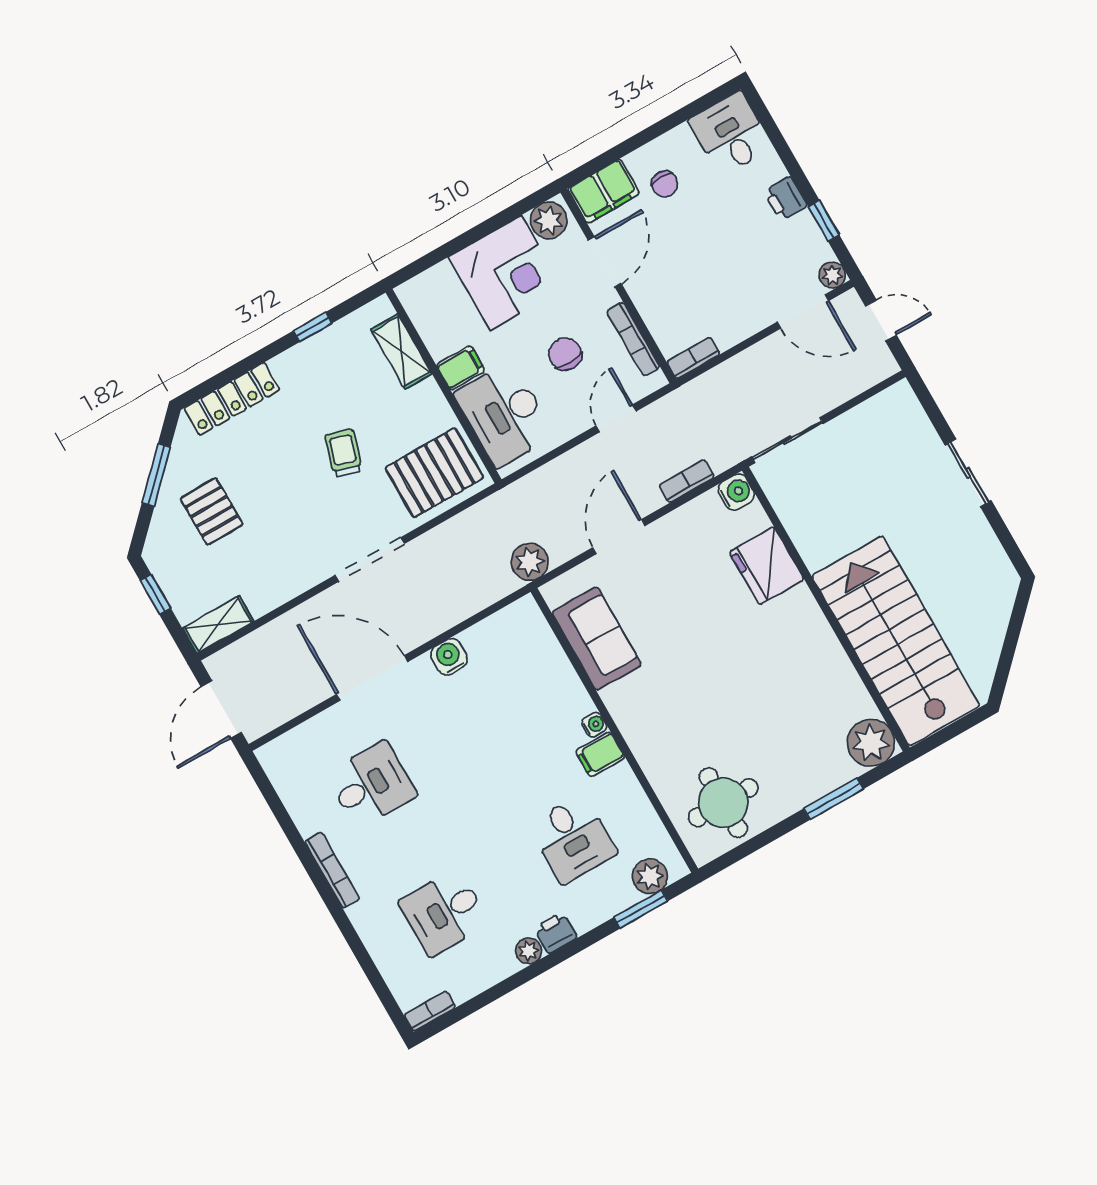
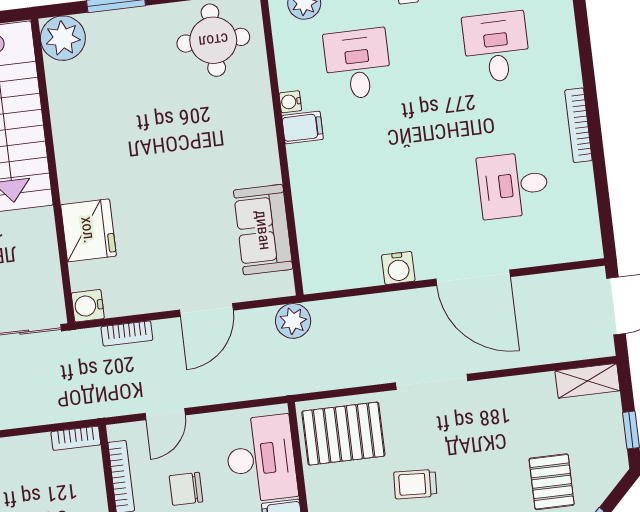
chair: (565, 354) -> (186, 489), turned 90
trolley: (344, 453) -> (415, 484), turned 76
water cooler: (594, 725) -> (290, 102), moved
desk: (444, 912) -> (496, 47), turned -90

